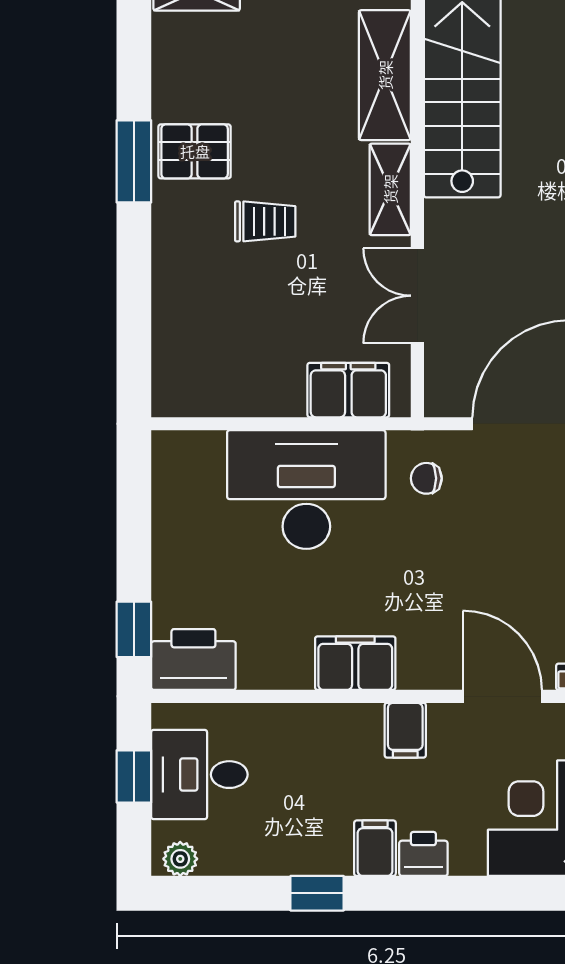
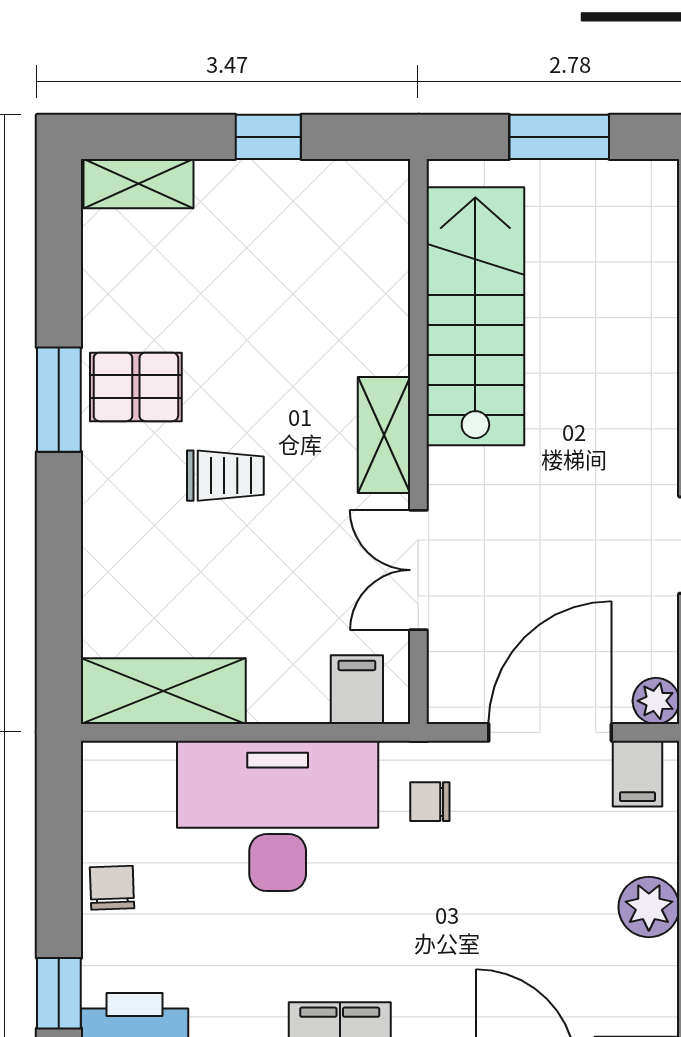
shelving: (385, 75) -> (163, 691), moved, turned 90
filing cabinet: (348, 390) -> (357, 690), width x0.50
chair: (176, 546) -> (112, 888), added

